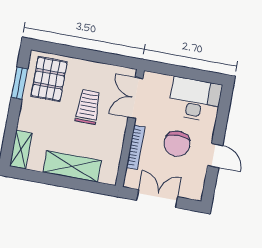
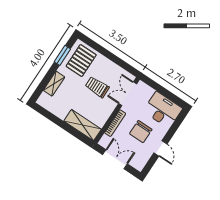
trolley: (88, 107) -> (97, 87), turned -91
shelving: (21, 149) -> (54, 84), moved
shelving: (72, 166) -> (83, 125), moved

